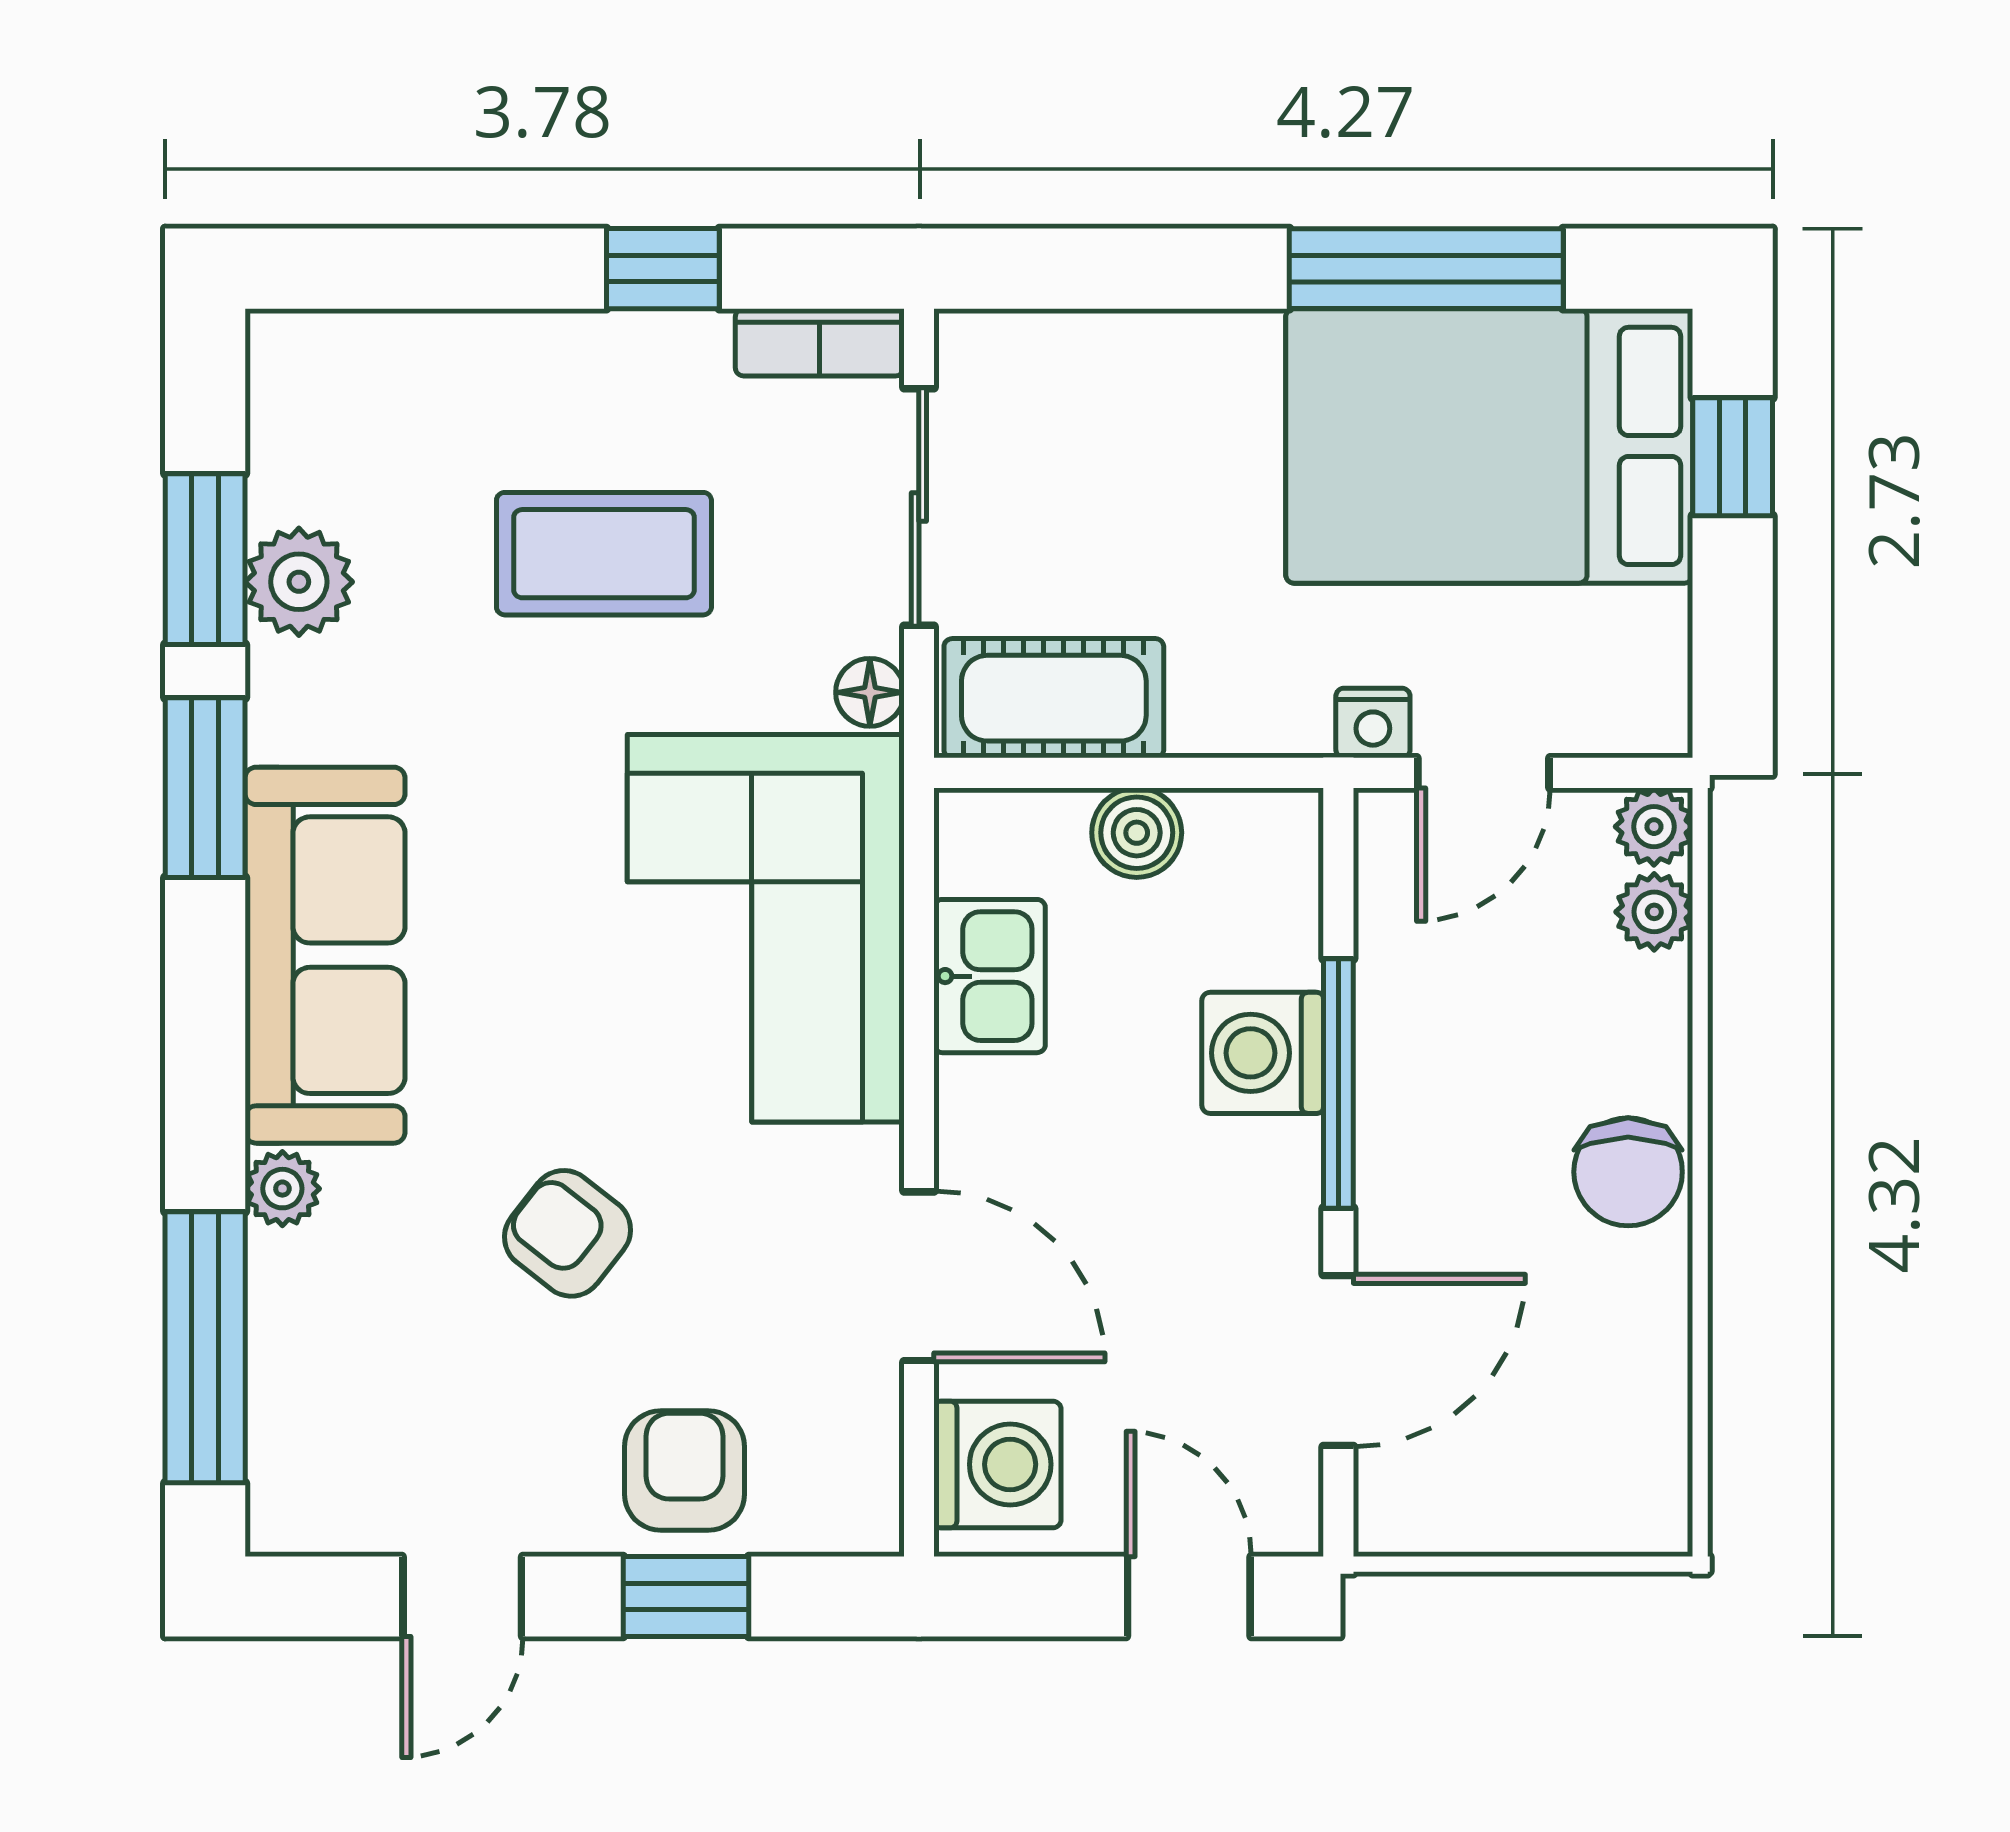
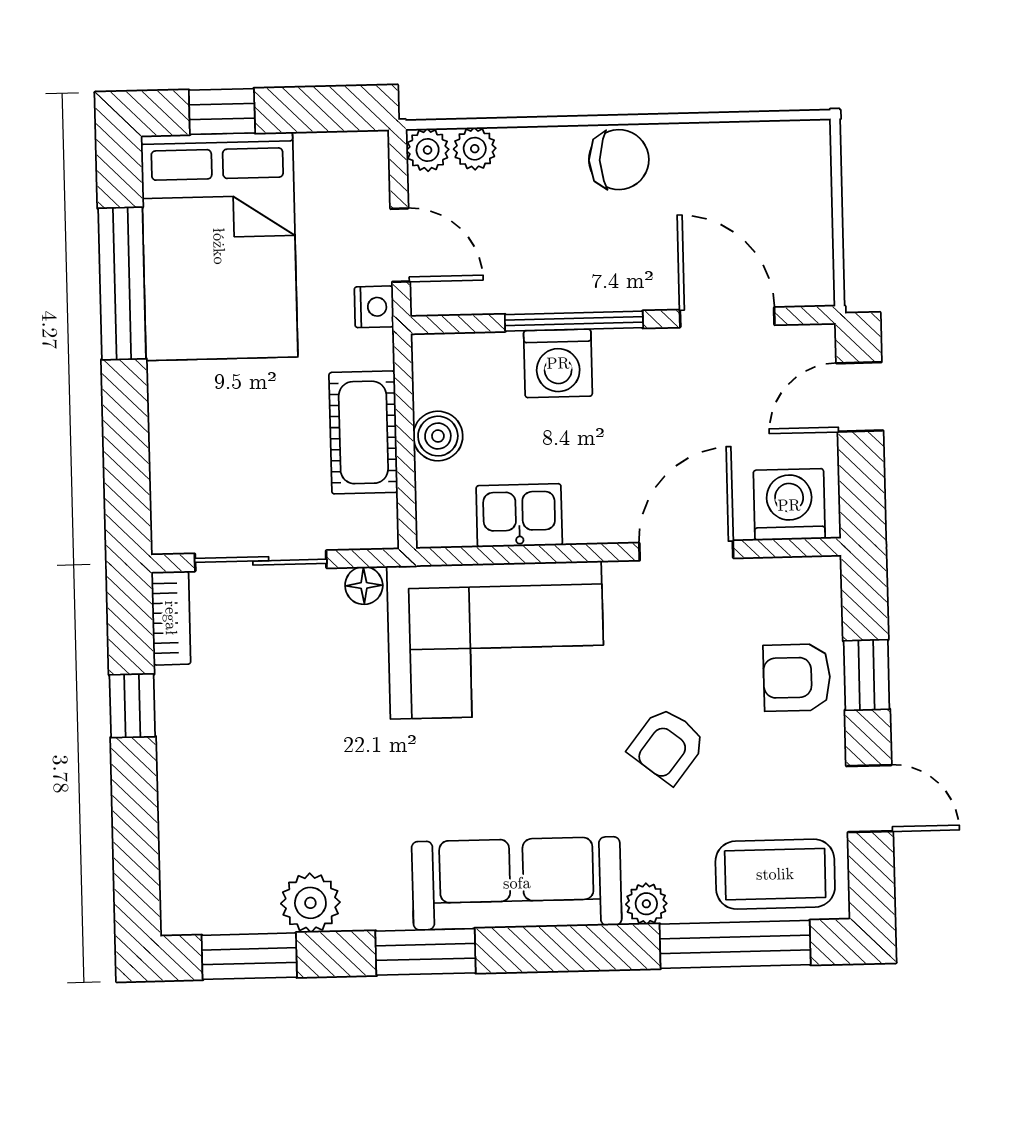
coffee table: (604, 554) -> (775, 874), moved, turned 90
window: (205, 559) -> (249, 956), moved
cot: (1054, 698) -> (363, 432), moved

